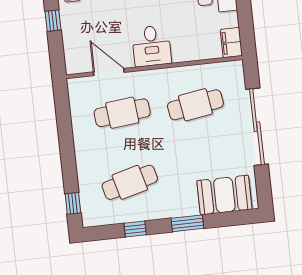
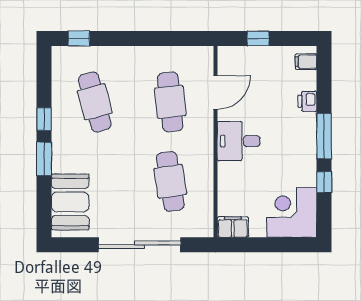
window: (53, 21) -> (258, 38), moved
window: (135, 229) -> (44, 119), moved

